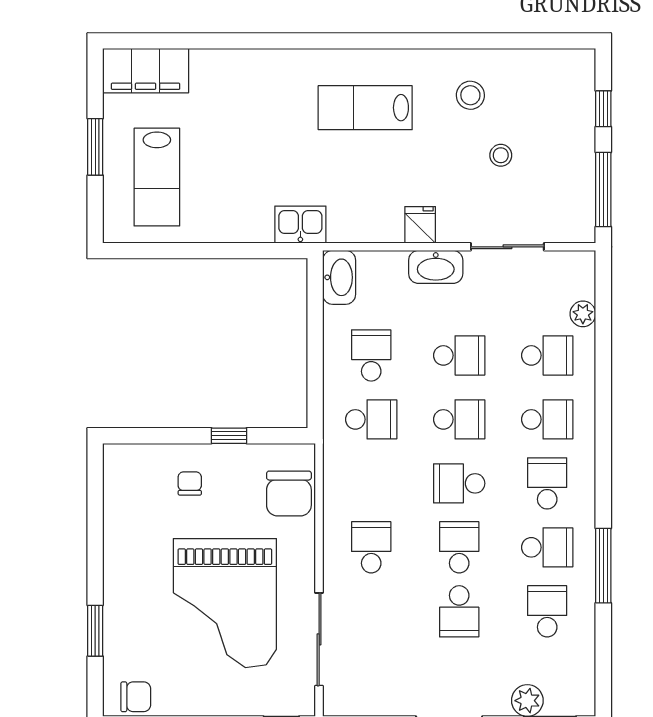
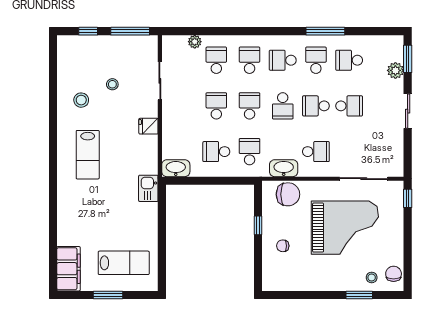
washbasin: (436, 267) -> (284, 168), moved, turned -90
school desk: (371, 547) -> (316, 152), turned 180
stool: (129, 655) -> (372, 277), added

